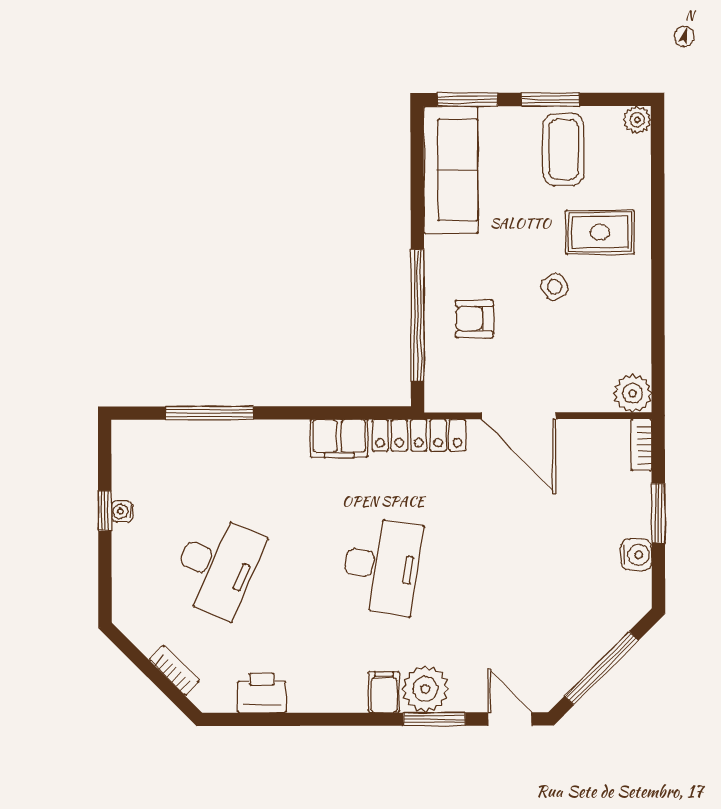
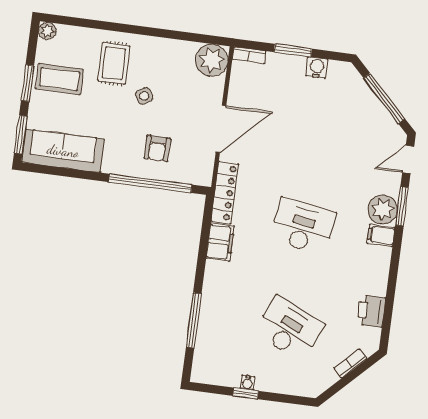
plant: (633, 393) -> (212, 60), width x1.36, depth x1.36

